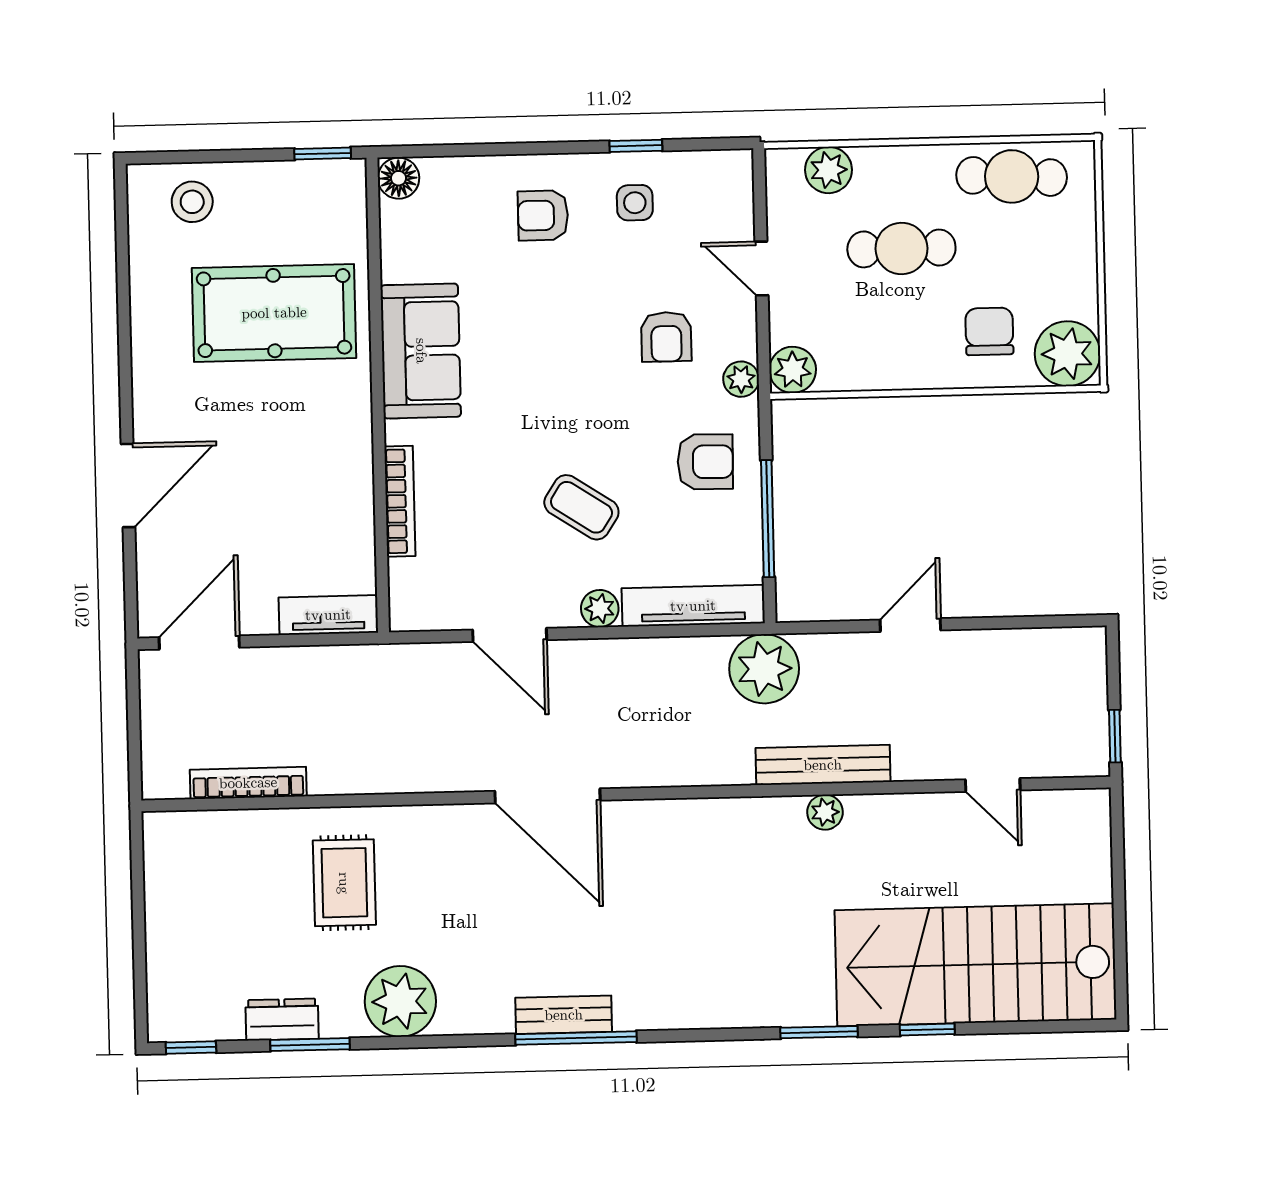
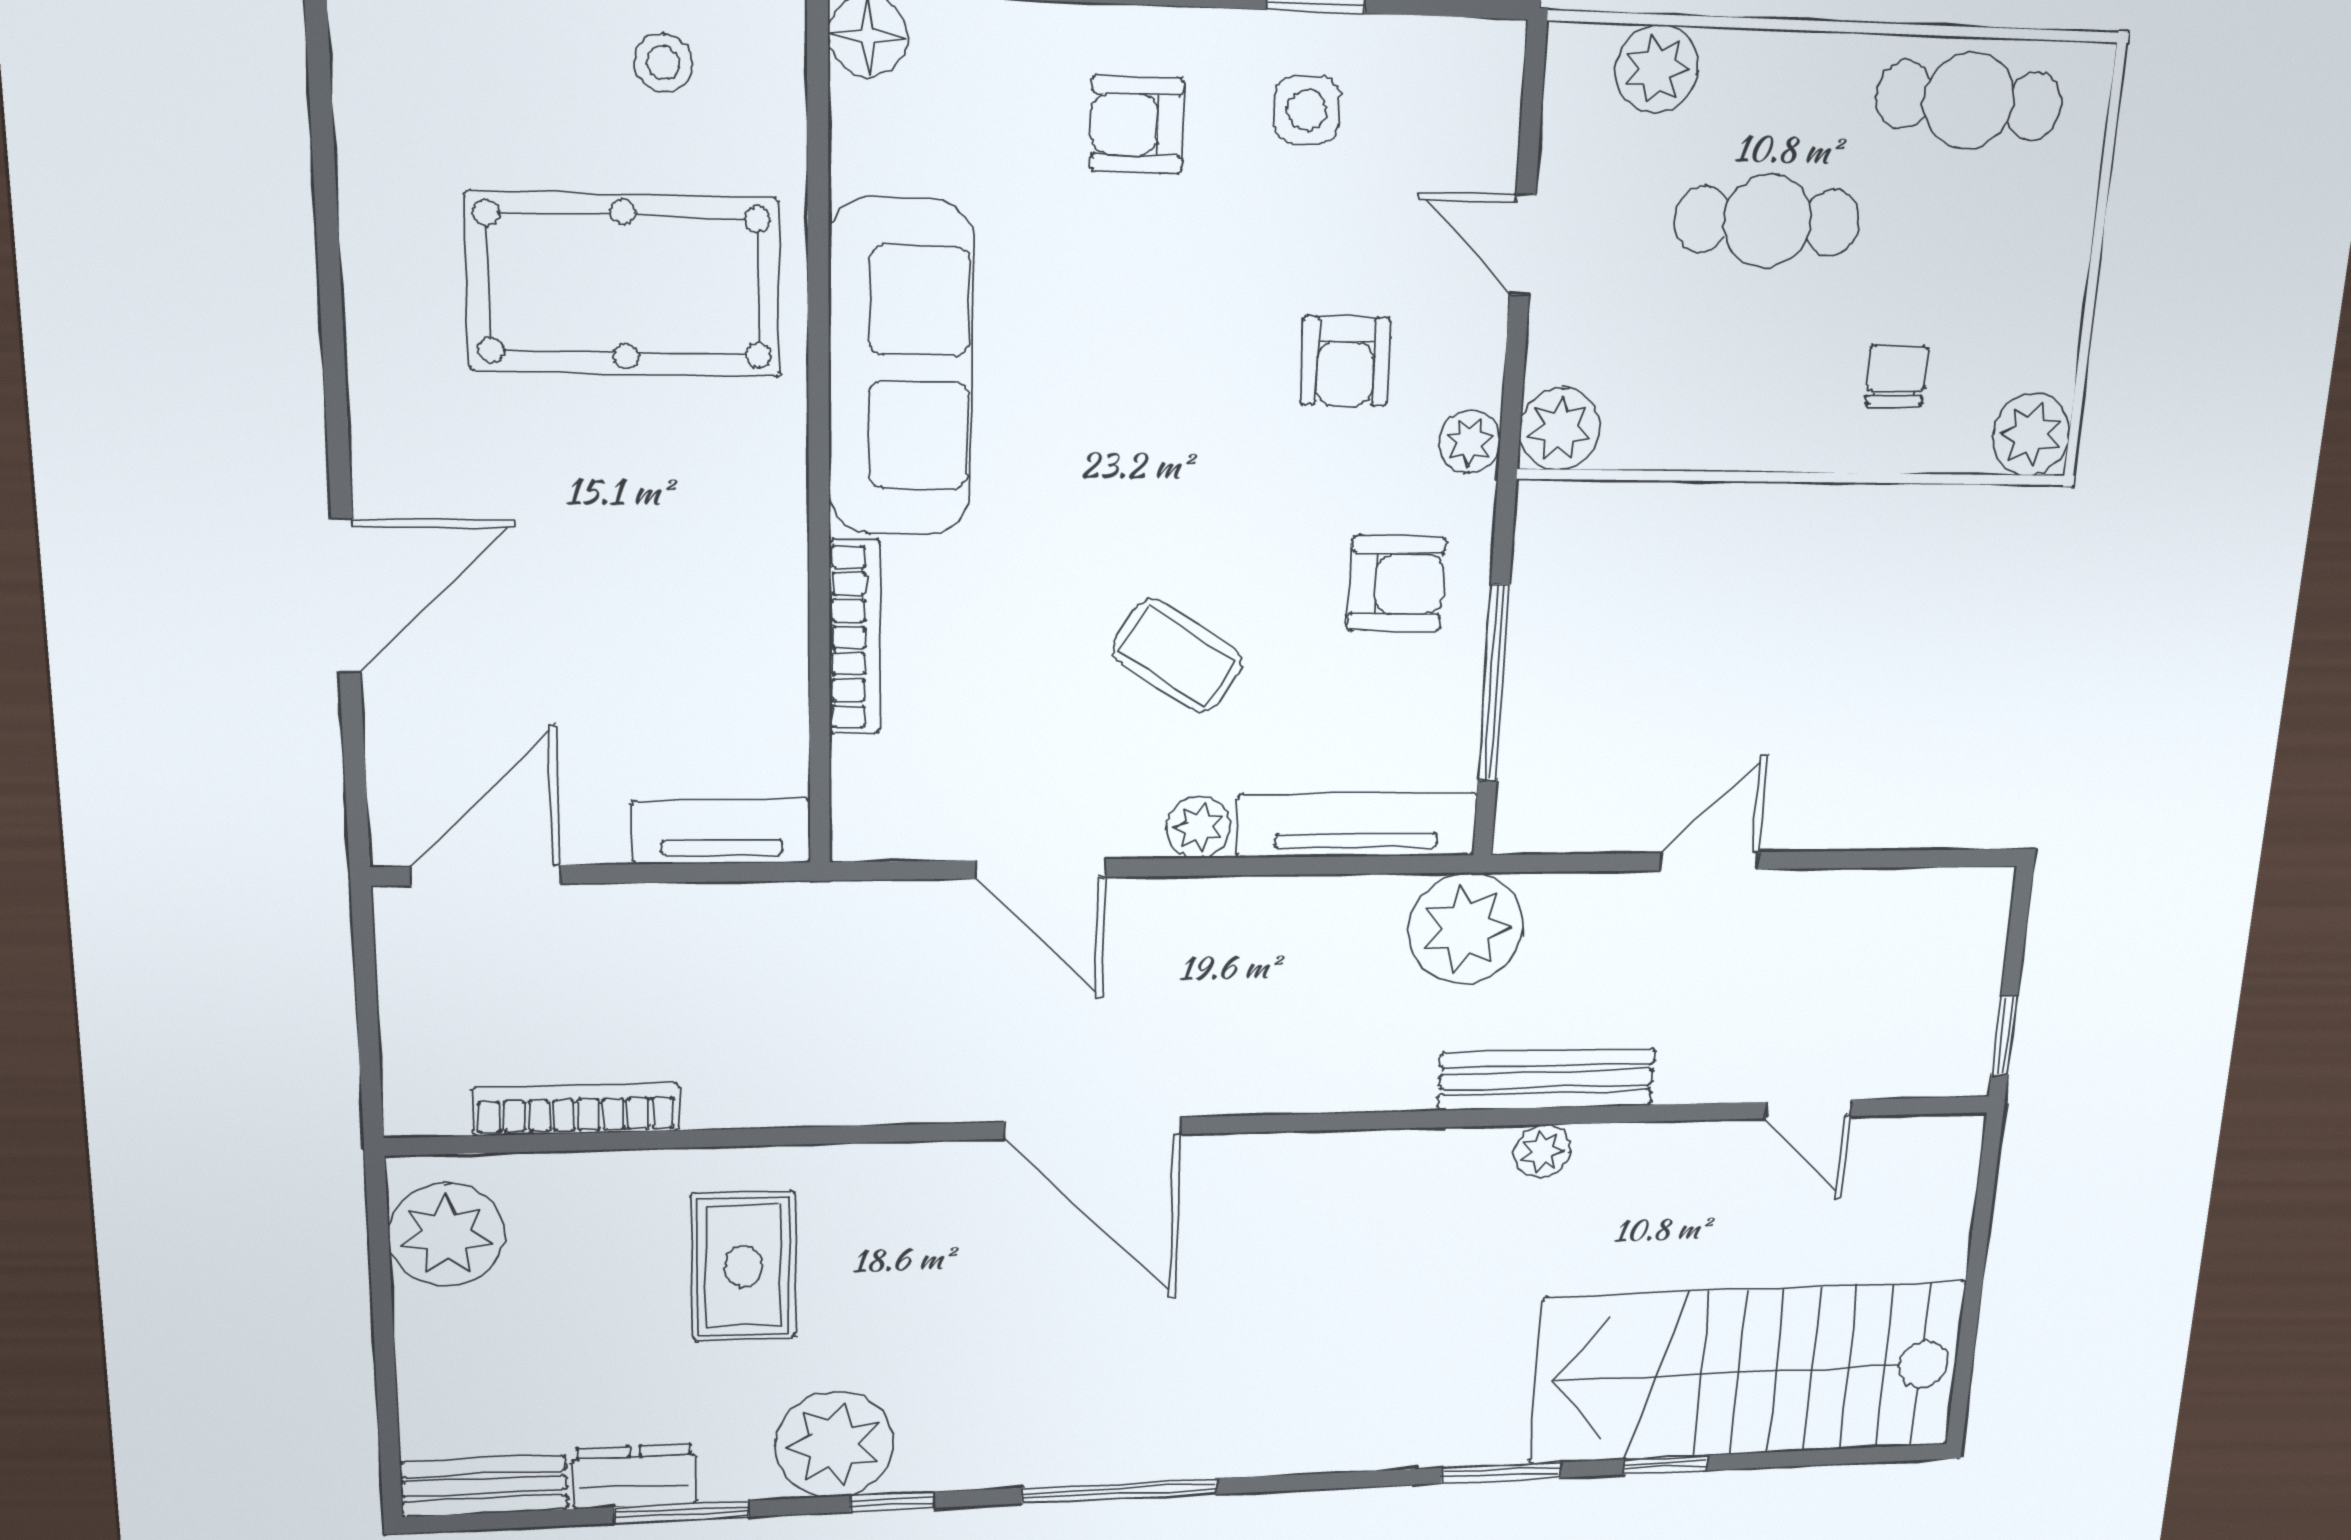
stool: (192, 202) -> (663, 63), moved, width x0.73, depth x0.73
chair: (989, 331) -> (1896, 375), width x0.73, depth x0.73
sofa: (421, 351) -> (900, 368), width x1.36
plant: (1067, 354) -> (2031, 435), width x0.73, depth x0.73
plant: (175, 861) -> (446, 1235), added
bench: (564, 1015) -> (484, 1486), moved
window: (191, 1047) -> (892, 1502), moved

